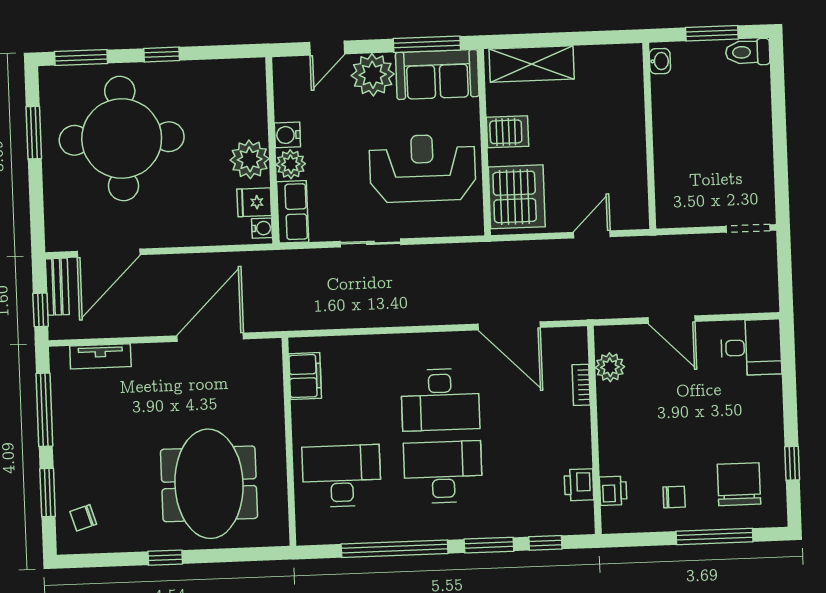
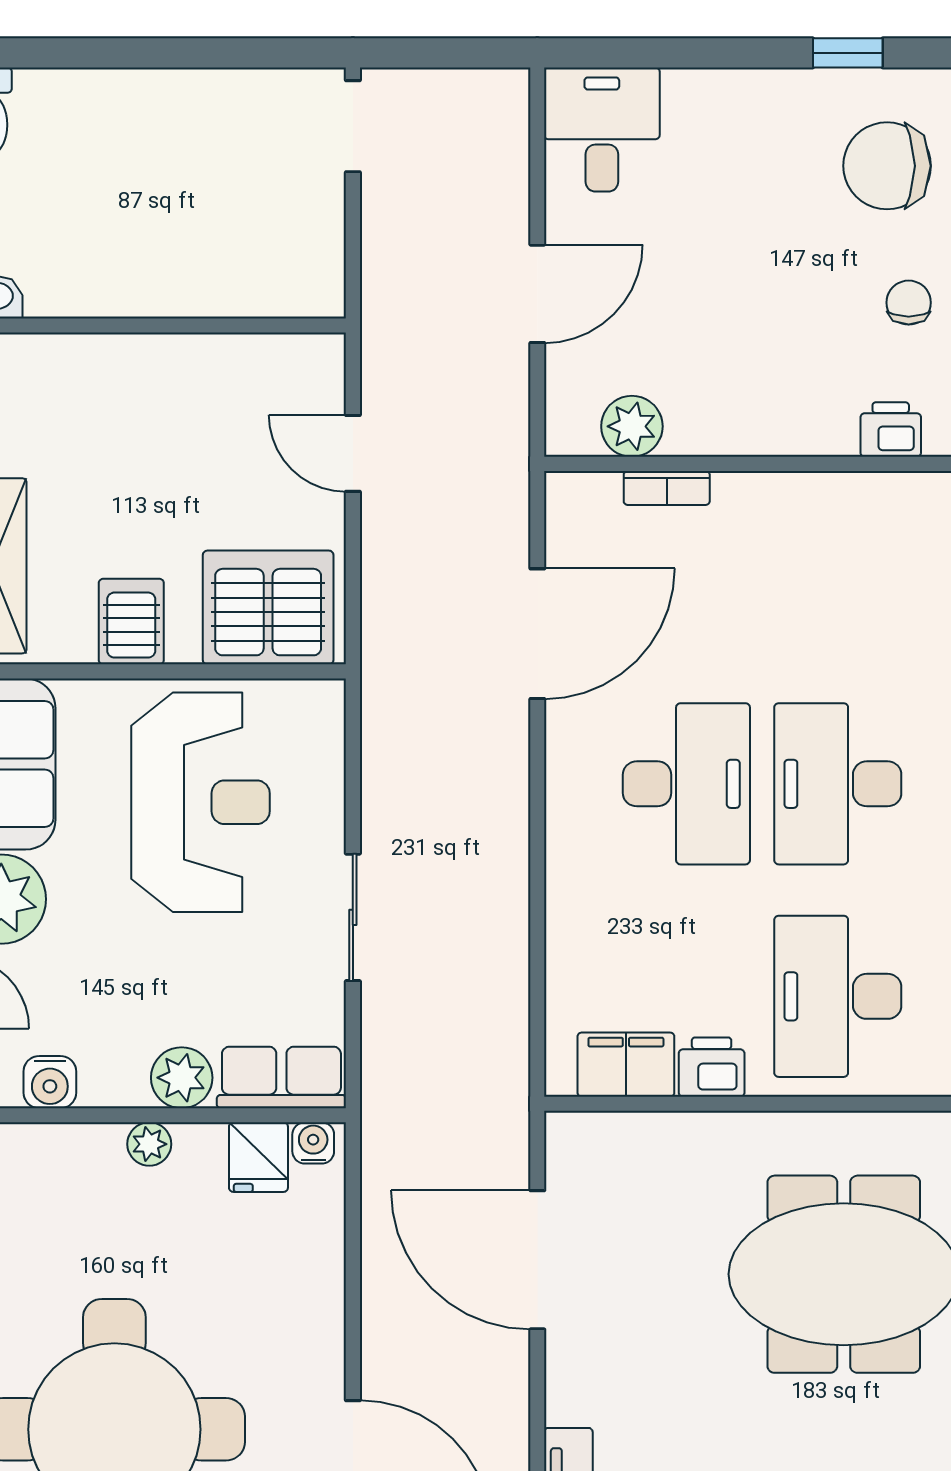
water cooler: (287, 135) -> (50, 1082), moved
plant: (250, 159) -> (149, 1144), width x0.53, depth x0.53
reception desk: (423, 168) -> (201, 802), turned 180
printer: (579, 485) -> (712, 1067), moved, turned 180

